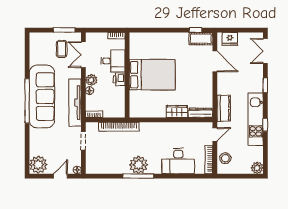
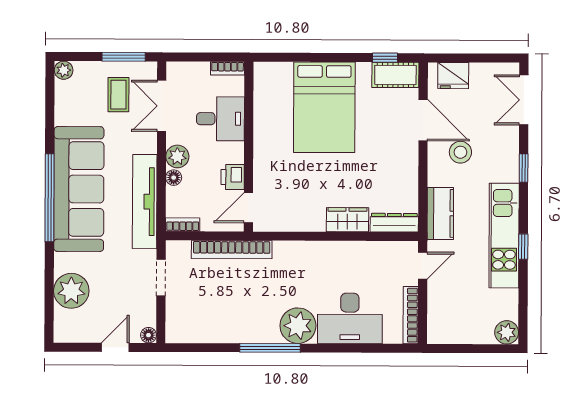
plant: (34, 37) -> (64, 70), added
bed: (152, 75) -> (324, 107), moved, turned 90
printer: (119, 79) -> (233, 177), moved
door: (127, 106) -> (248, 208), added
stool: (225, 158) -> (460, 152), moved
plant: (38, 165) -> (71, 291), moved
plant: (139, 165) -> (298, 326), moved

